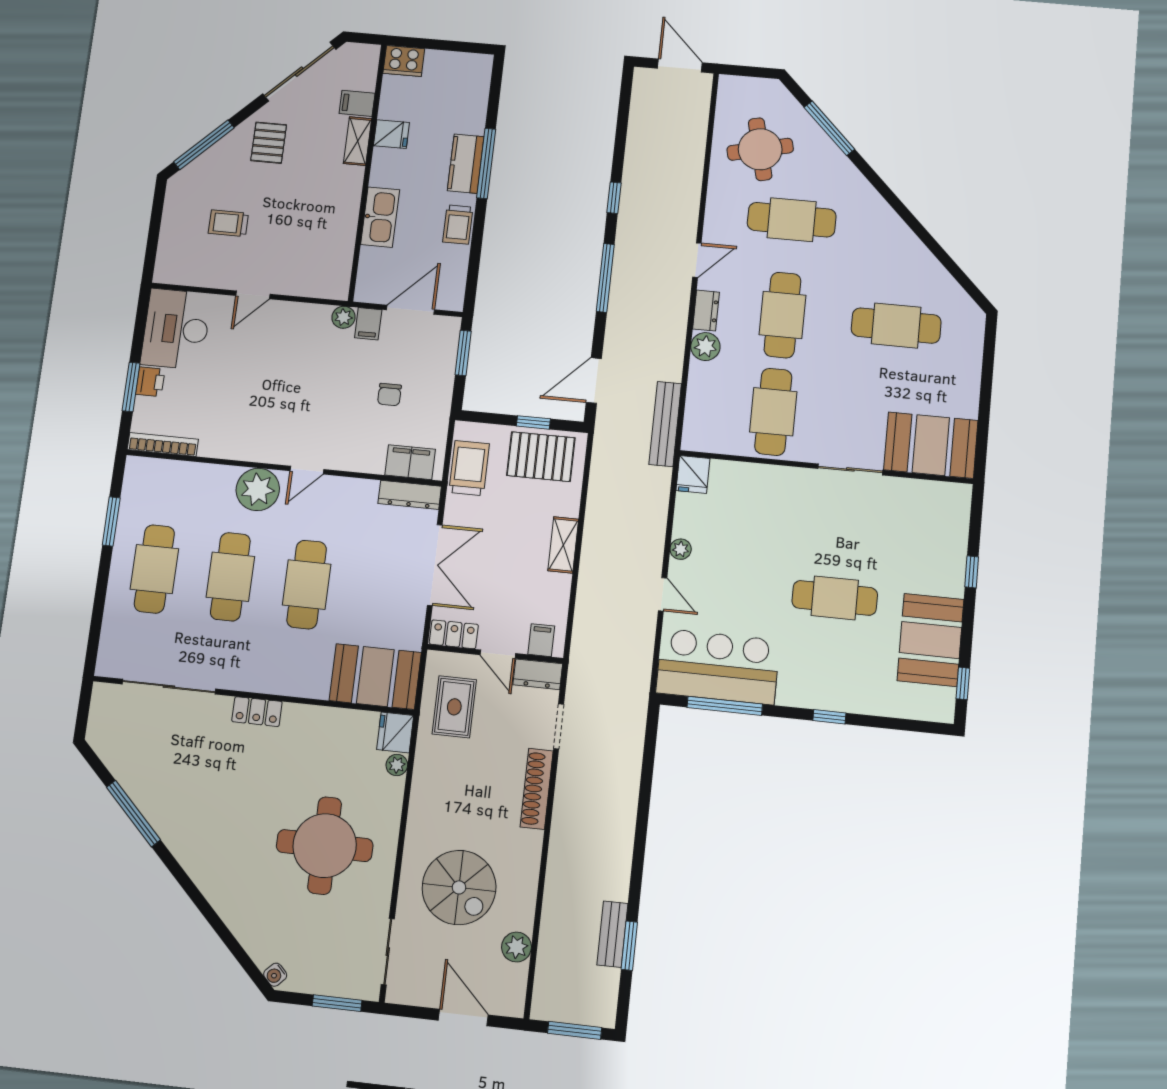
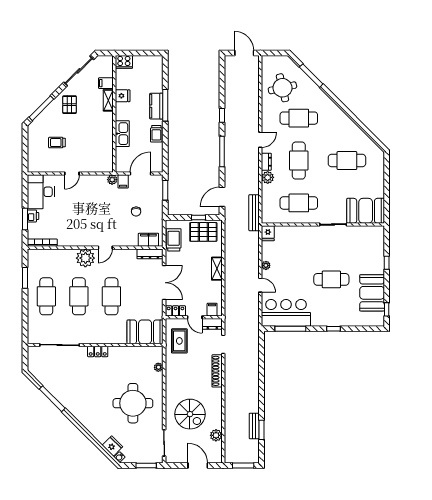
cafe table: (773, 412) -> (299, 203), turned 90
fridge: (395, 732) -> (112, 446), moved, turned 135

